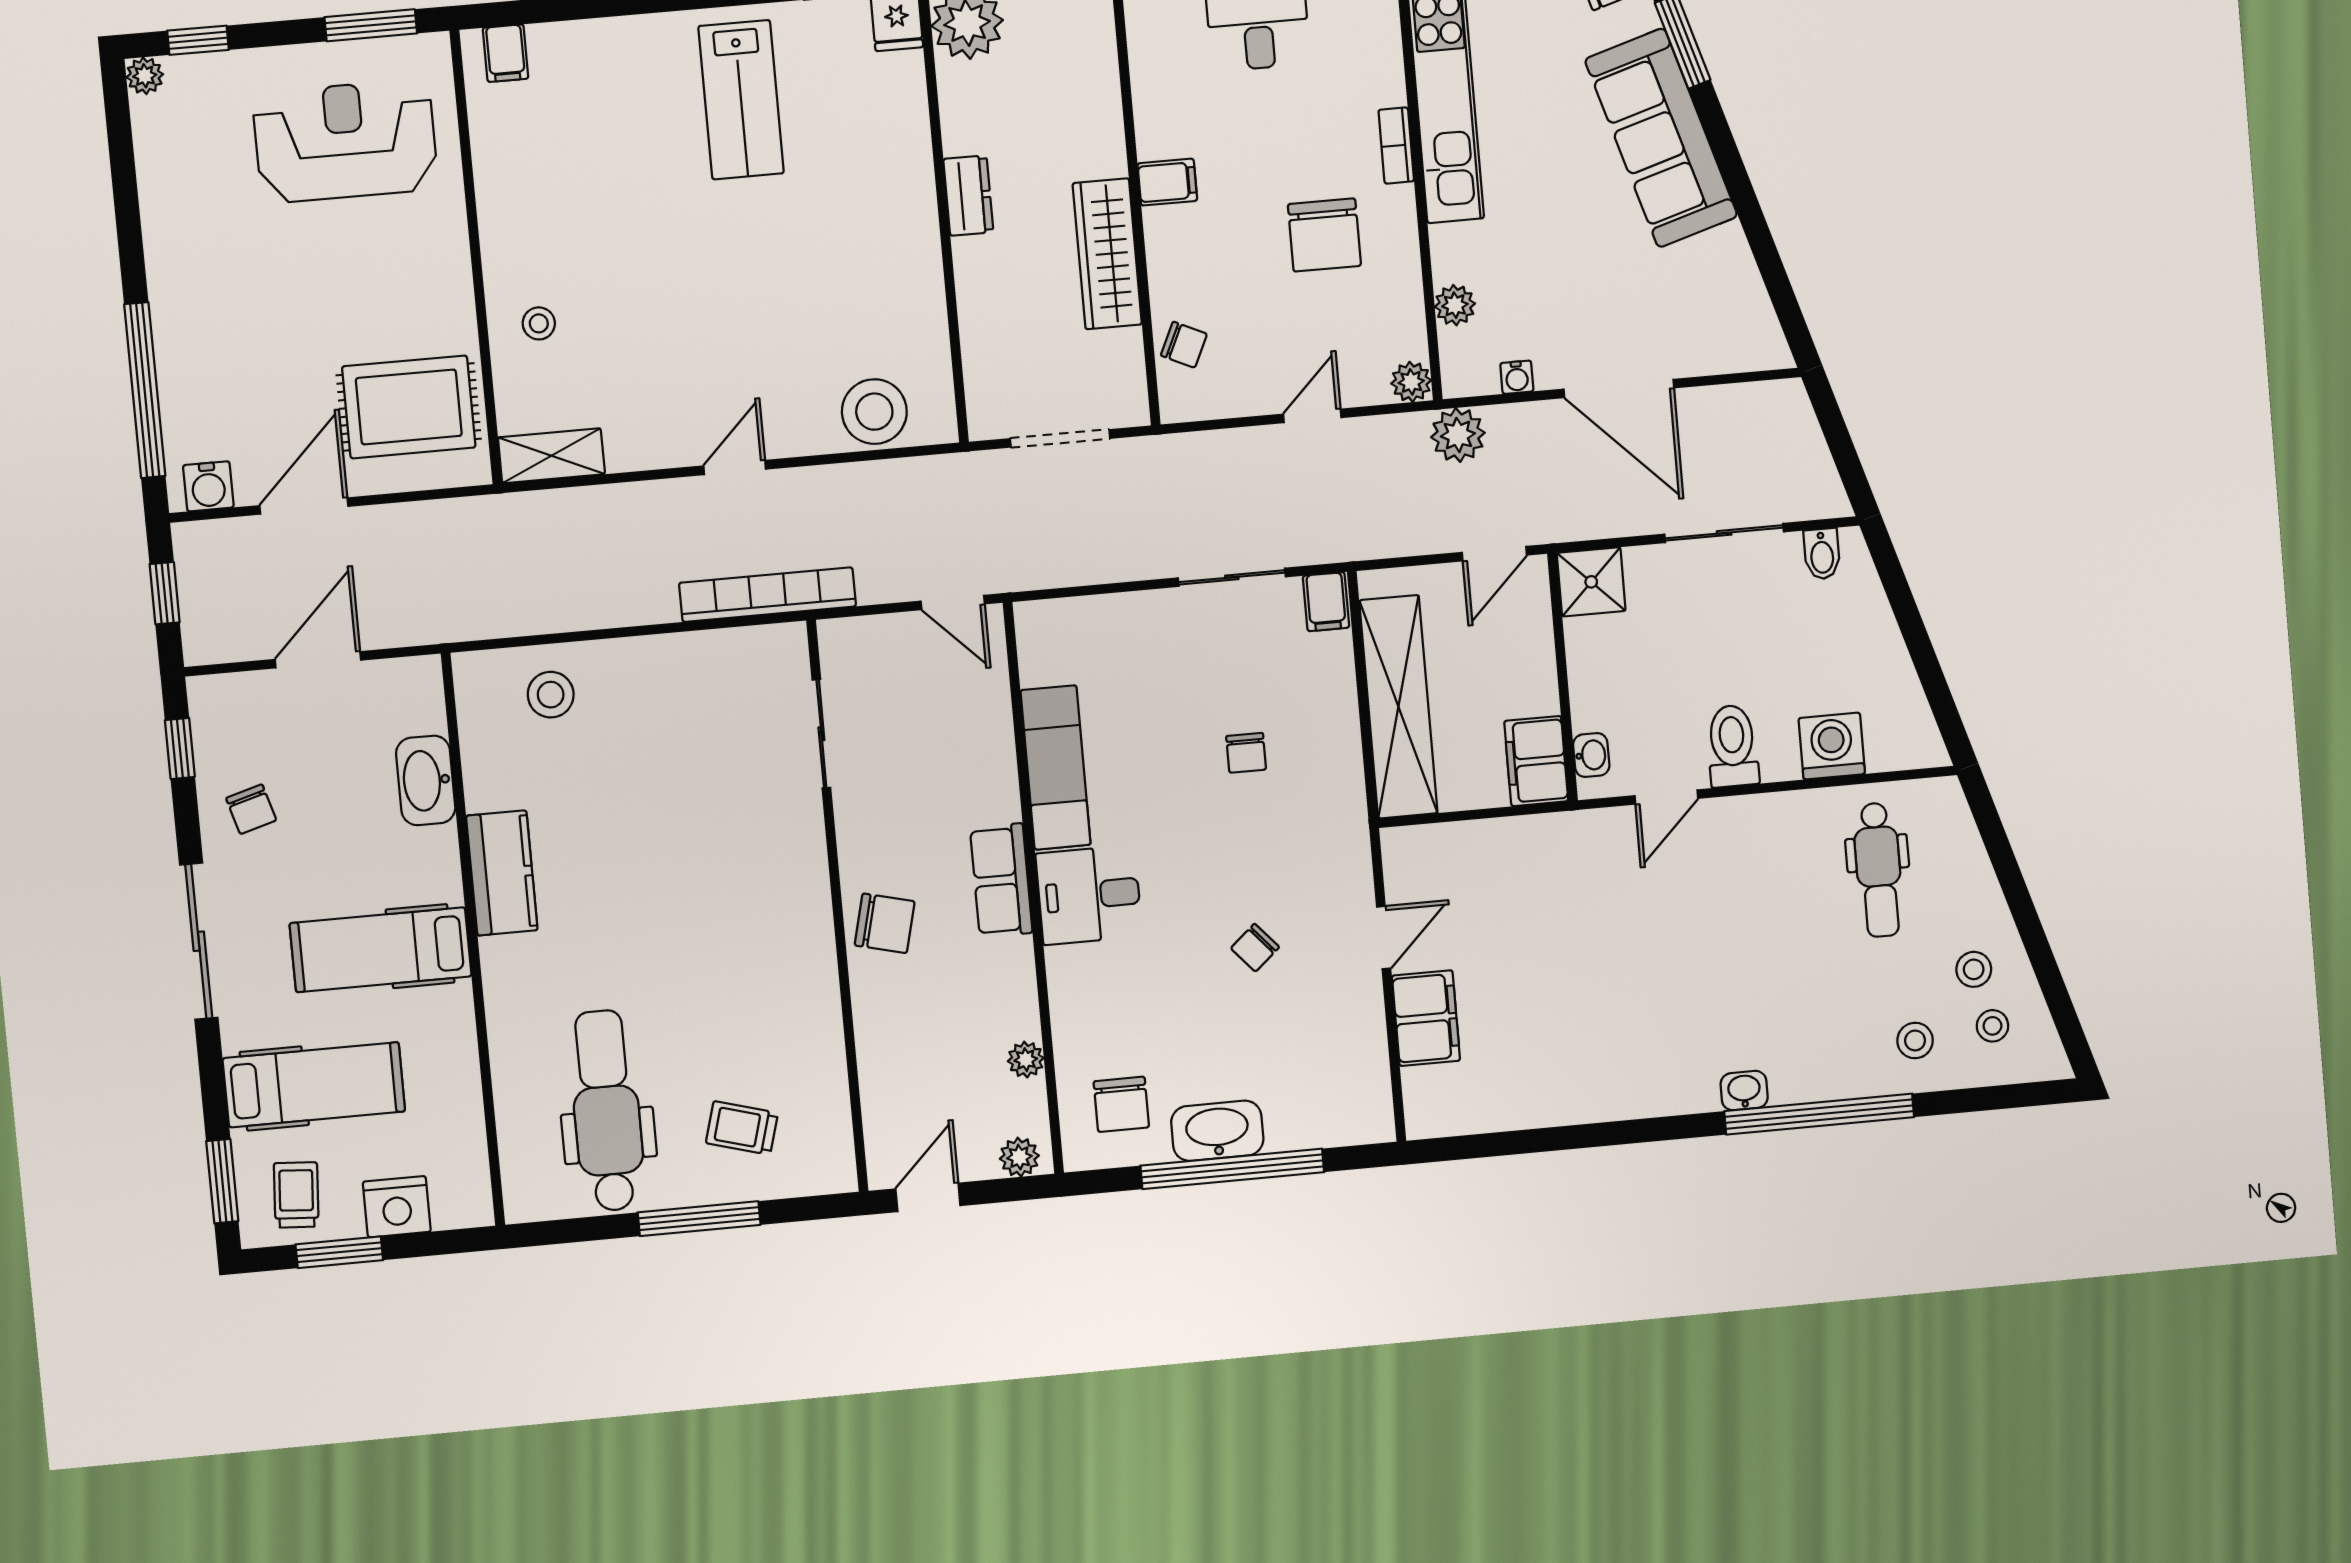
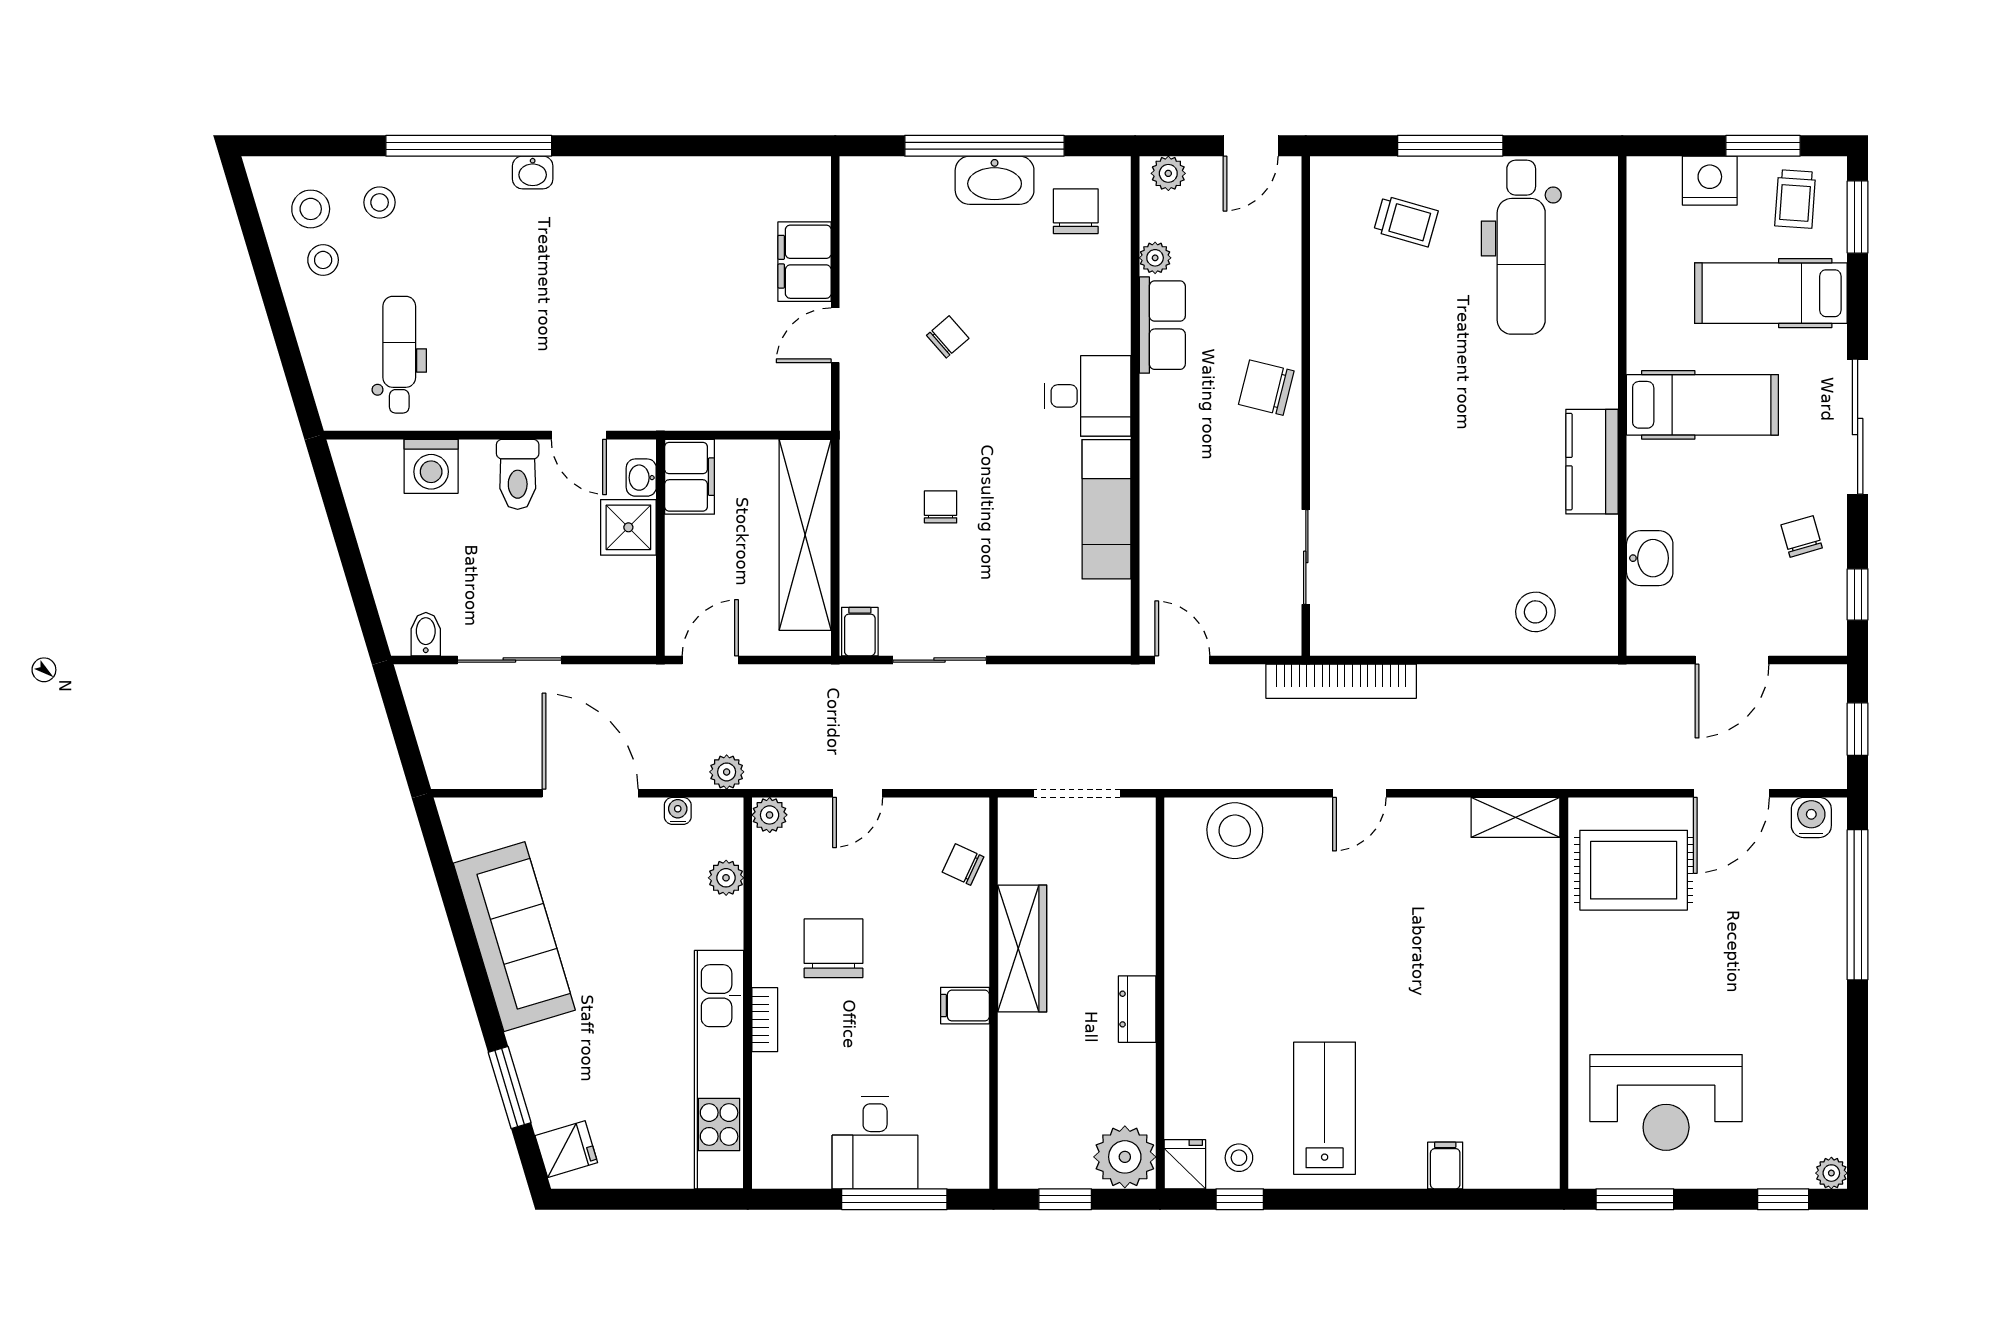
filing cabinet: (506, 53) -> (1445, 1165), moved
sofa: (1661, 138) -> (514, 937), moved
stool: (539, 323) -> (1239, 1158), moved
plant: (1458, 435) -> (727, 772), width x0.73, depth x0.73
shower: (1591, 582) -> (628, 527), moved
washbasin: (426, 780) -> (1650, 558), width x0.72
door: (1666, 797) -> (579, 435), swing flipped
row of seats: (1001, 880) -> (1162, 325), moved
stool: (1992, 1026) -> (311, 209), width x1.37, depth x1.37

